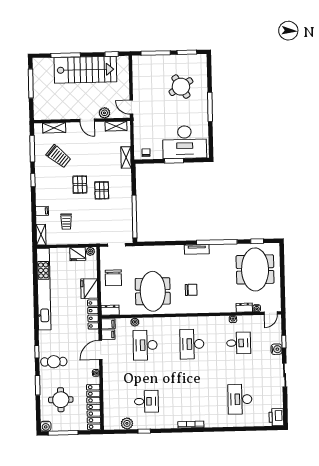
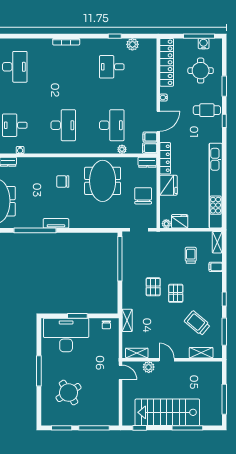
water cooler: (46, 426) -> (204, 44), moved

